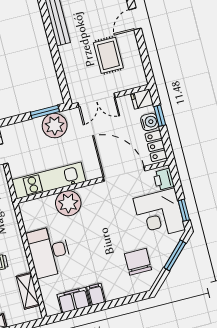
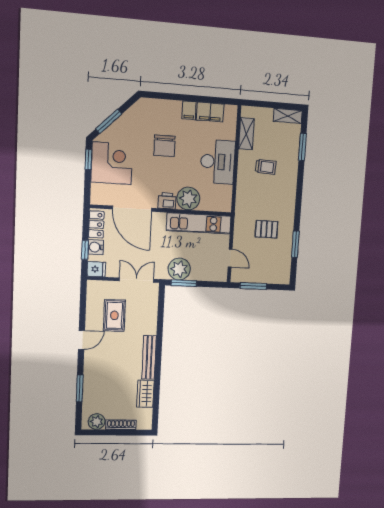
printer: (164, 179) -> (167, 201), moved, turned -90
chair: (138, 262) -> (164, 146), moved

